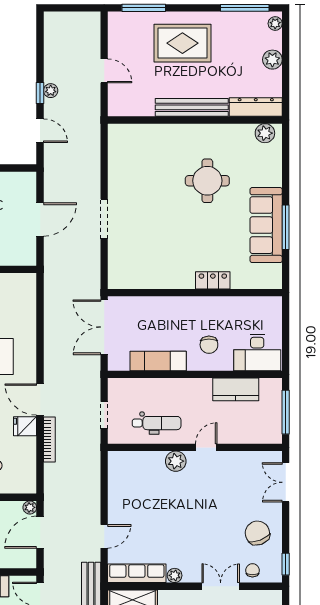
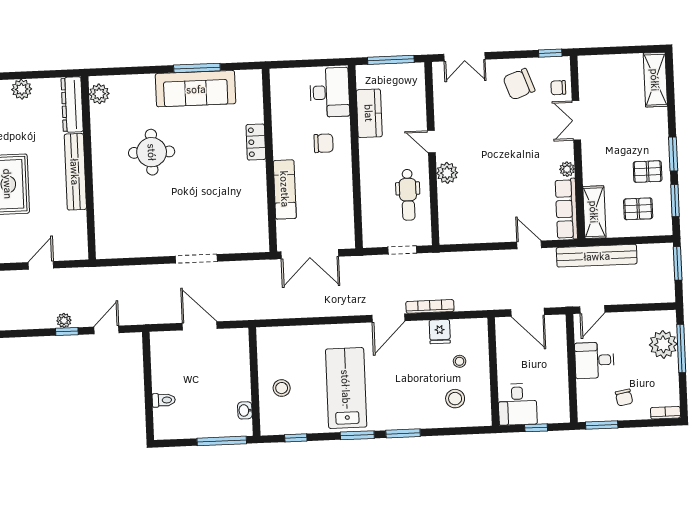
exam couch: (158, 361) -> (285, 189), moved, turned 180
dental chair: (157, 423) -> (408, 195), turned 180
fridge: (25, 426) -> (440, 332), moved
plant: (30, 507) -> (502, 324), removed

